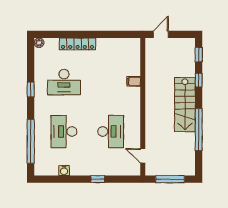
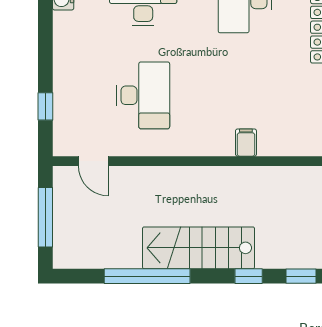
desk: (111, 132) -> (143, 95), turned -90
door: (143, 156) -> (93, 161), swing flipped
window: (98, 179) -> (45, 106), moved

